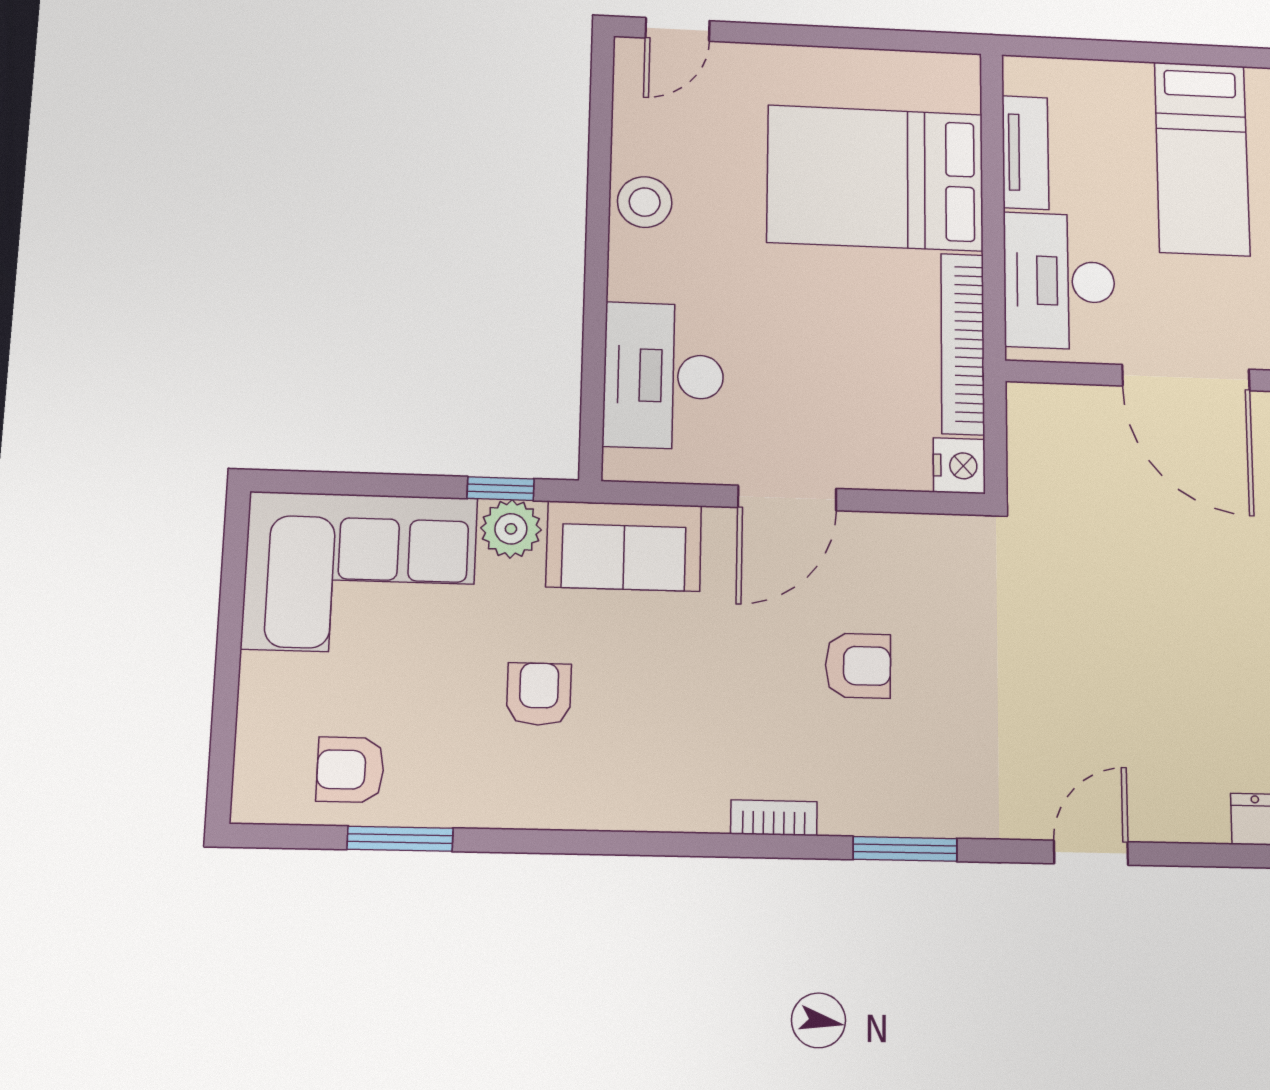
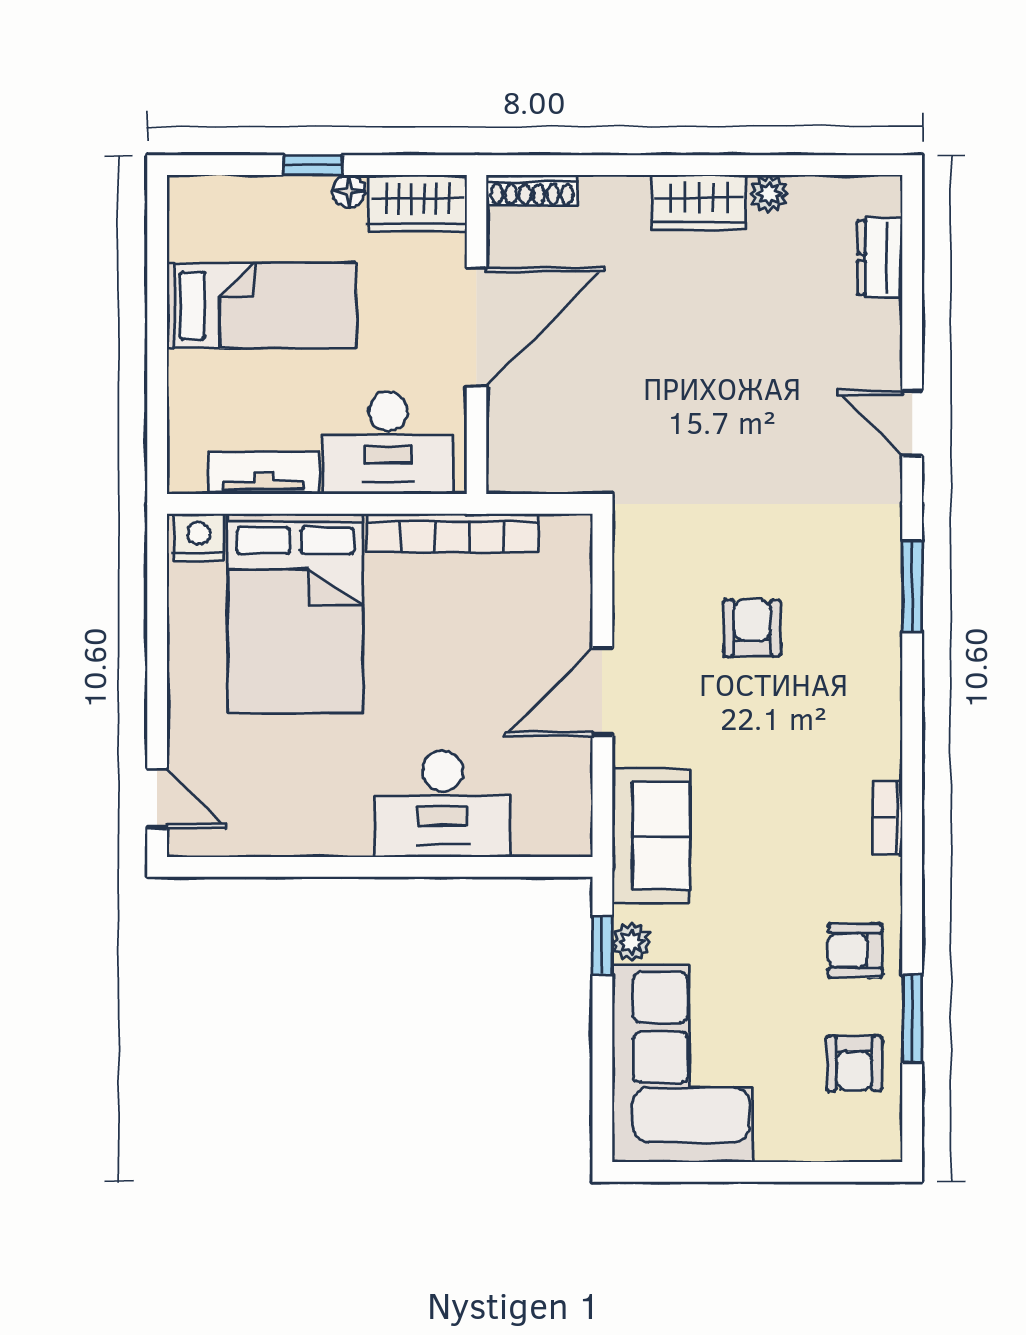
stool: (645, 202) -> (329, 825), removed
desk: (664, 376) -> (442, 804), moved
nightstand: (959, 466) -> (199, 537), moved
door: (787, 498) -> (602, 692), swing flipped
plant: (511, 529) -> (631, 942), width x0.73, depth x0.73
armchair: (539, 694) -> (855, 951), moved
bookcase: (774, 818) -> (888, 817), moved

